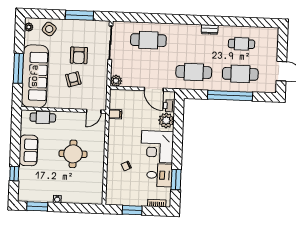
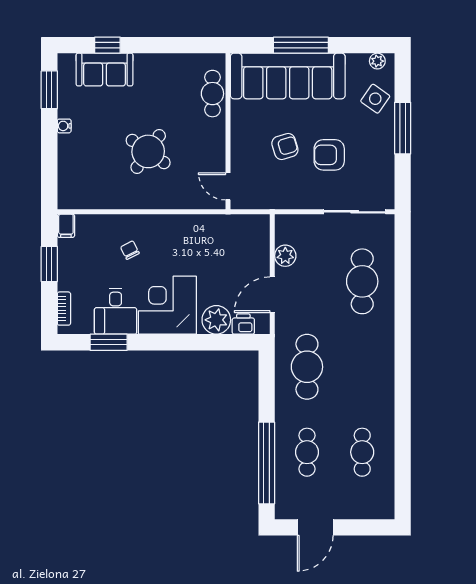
window: (79, 15) -> (403, 128), moved
dresser: (210, 30) -> (386, 393), removed
cafe table: (240, 74) -> (307, 452), width x0.73, depth x0.74
plant: (116, 81) -> (285, 256), moved
window: (230, 96) -> (267, 463), moved
filing cabinet: (115, 114) -> (66, 226), moved
sofa: (28, 150) -> (105, 70), moved
round table: (73, 154) -> (148, 151), turned 35

